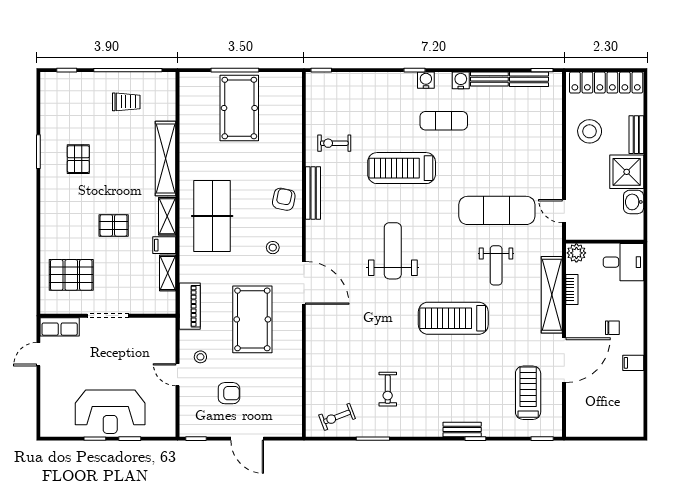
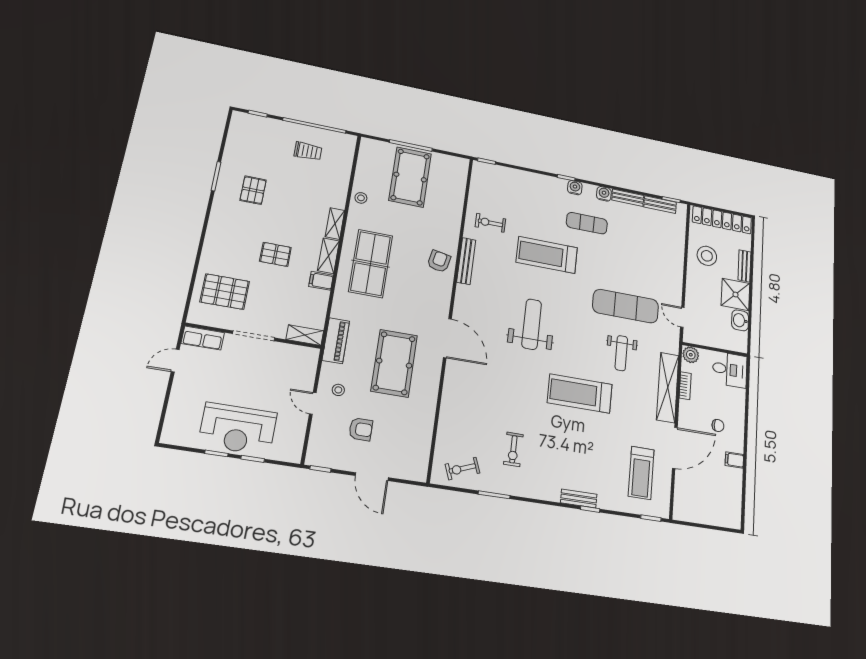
shelving: (165, 159) -> (335, 224), width x0.45, depth x0.75
stool: (273, 248) -> (361, 198), moved
shelving: (168, 273) -> (305, 335), moved, turned 90
treadmill: (528, 393) -> (641, 473), turned 180

